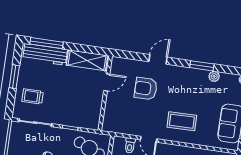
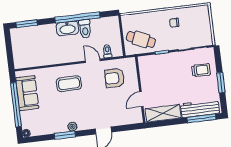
plant: (214, 76) -> (72, 127), moved
armchair: (146, 89) -> (115, 78), moved, turned 180

